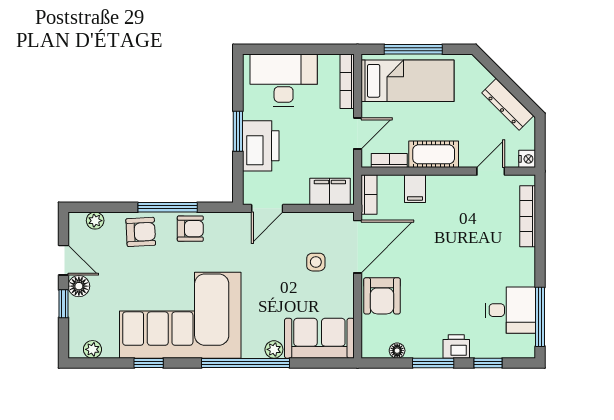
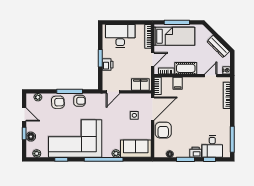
printer: (261, 146) -> (108, 65), width x0.53, depth x0.68
floor lamp: (79, 286) -> (31, 137), moved
desk: (510, 310) -> (212, 146), moved, turned 90

